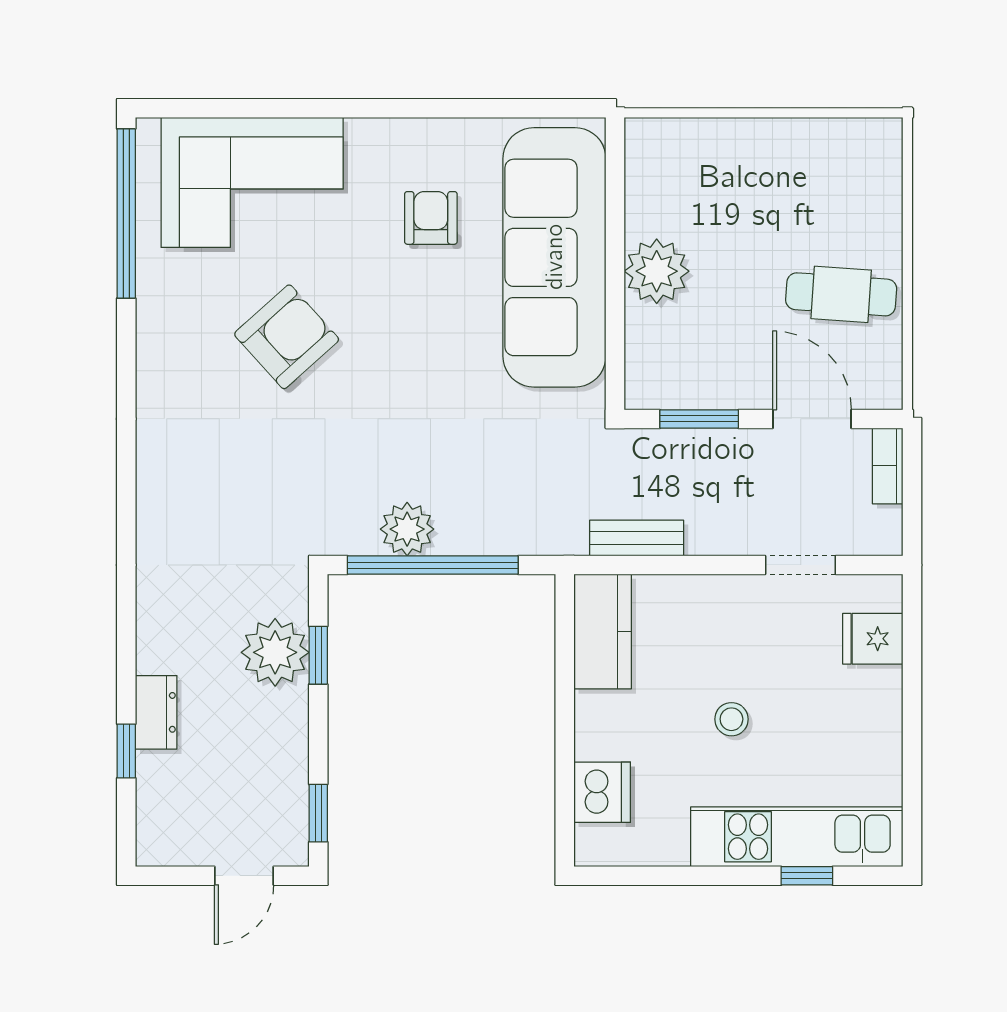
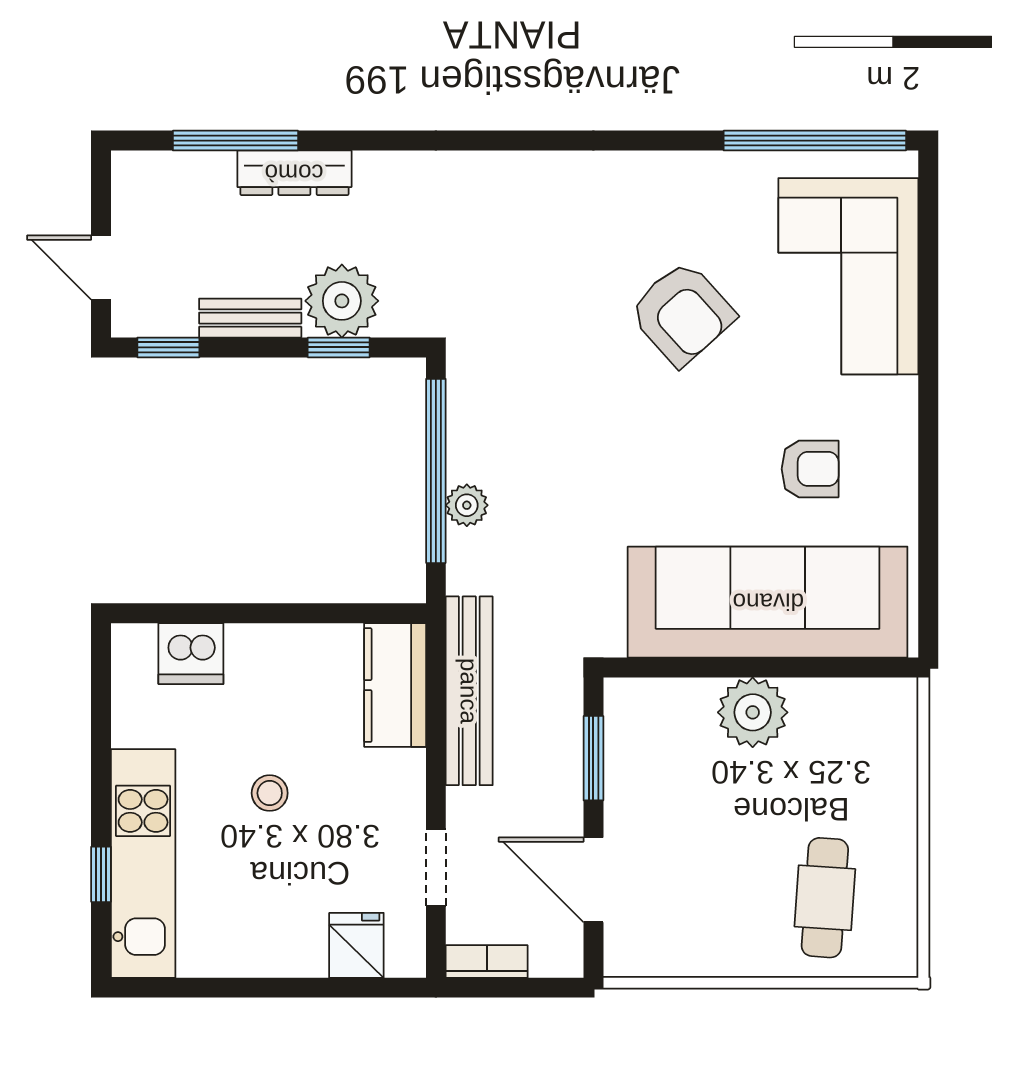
cafe table: (841, 294) -> (825, 898), moved
door: (812, 419) -> (593, 880), swing flipped
bookcase: (888, 466) -> (487, 961), moved
plant: (407, 529) -> (467, 505), moved, width x0.73, depth x0.73
bench: (637, 538) -> (469, 691), width x1.86, depth x1.21
kitchen counter: (603, 632) -> (395, 685), moved, turned 90
dresser: (156, 712) -> (294, 173), width x1.44
bench: (291, 737) -> (250, 318), added
window: (126, 751) -> (235, 141), width x2.17

